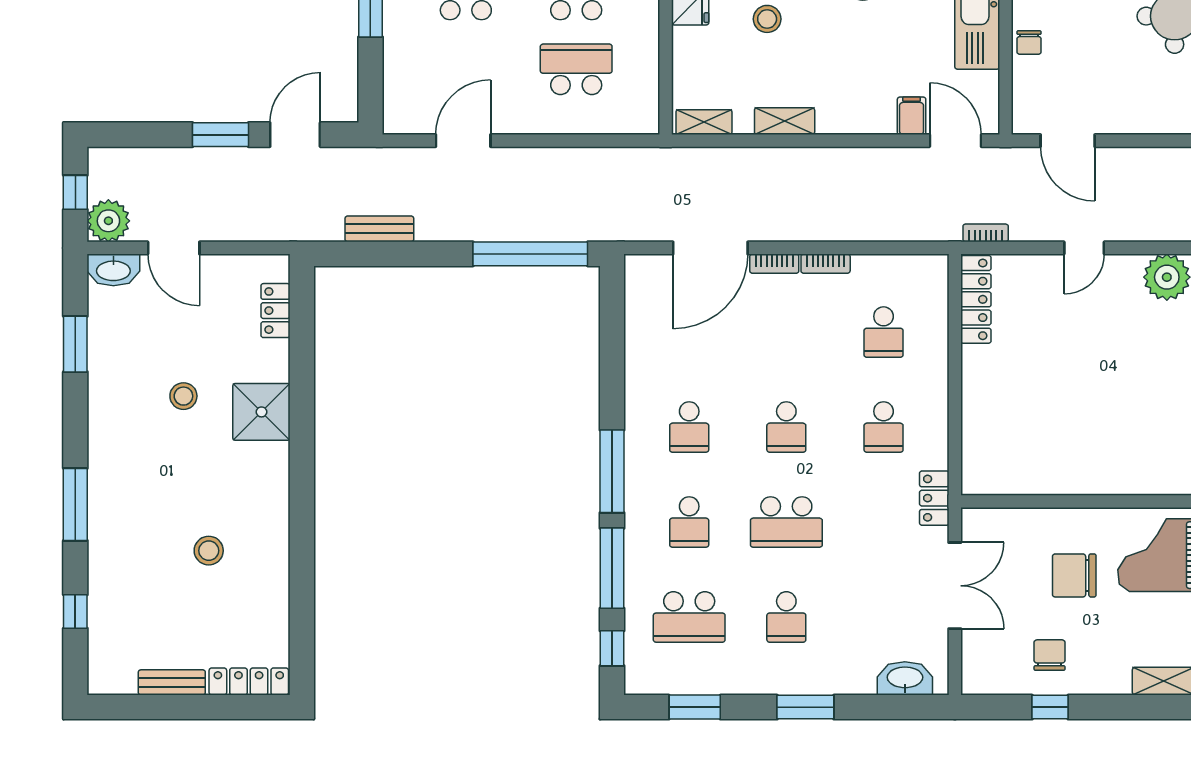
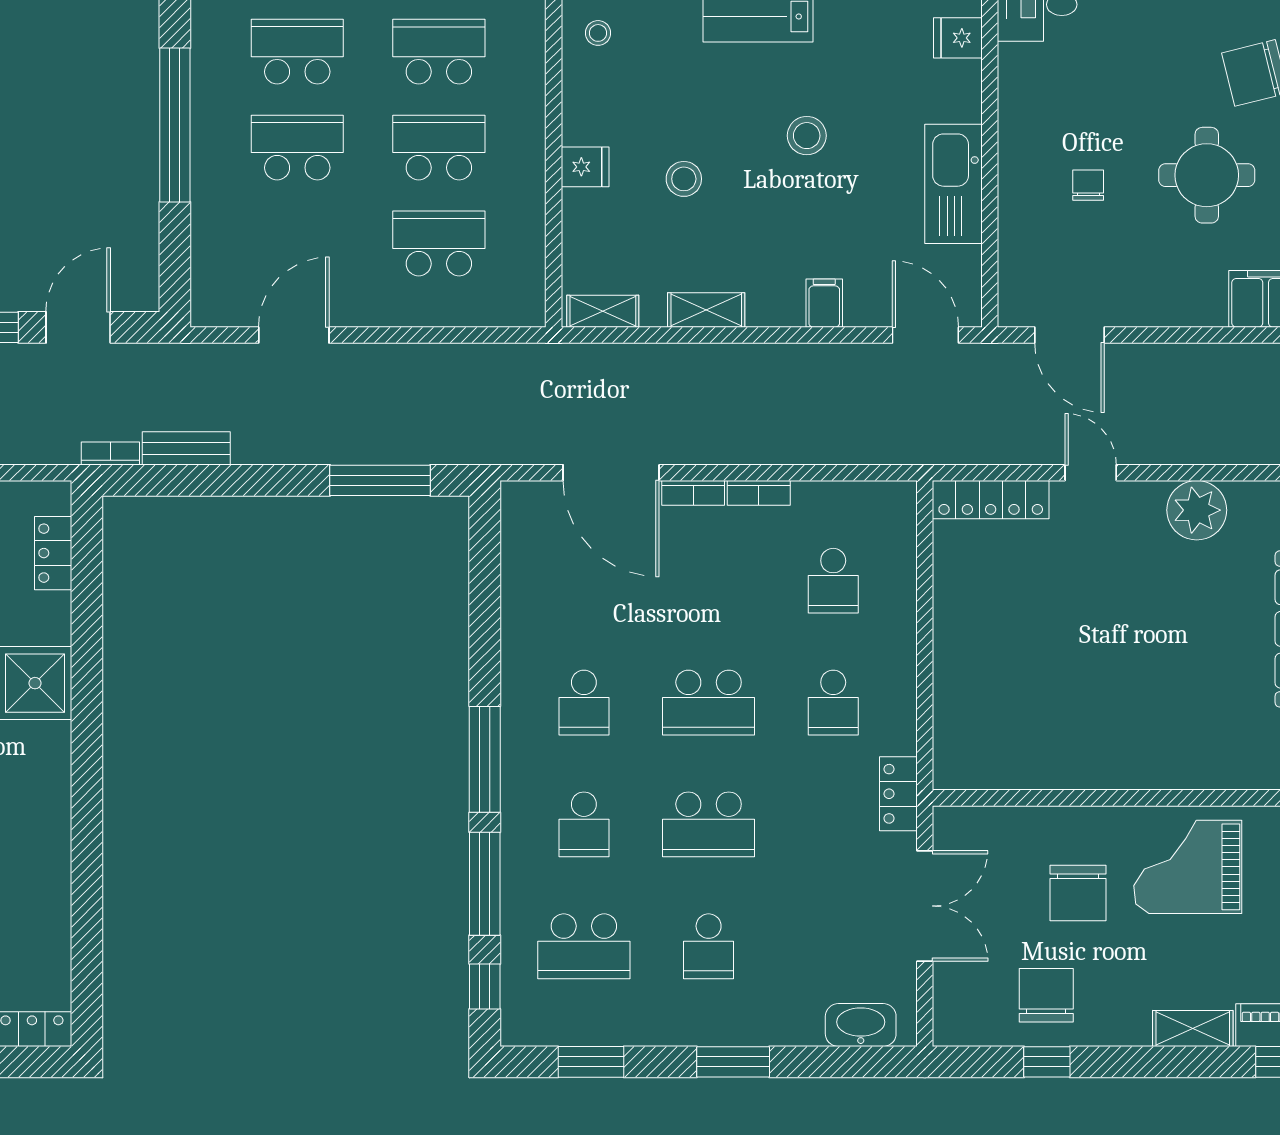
chair: (1029, 43) -> (1088, 185), moved, turned 180
filing cabinet: (912, 116) -> (824, 303), moved
bookcase: (986, 233) -> (110, 453), moved
door: (710, 248) -> (611, 473), hinge flipped
door: (1084, 248) -> (1091, 473), swing flipped
window: (530, 254) -> (380, 480), width x0.68
locker: (976, 299) -> (991, 500), moved, turned 90
school desk: (786, 427) -> (709, 703), width x1.85
chair: (1074, 575) -> (1078, 893), turned -90
chair: (1050, 655) -> (1046, 995), width x1.37, depth x1.37

